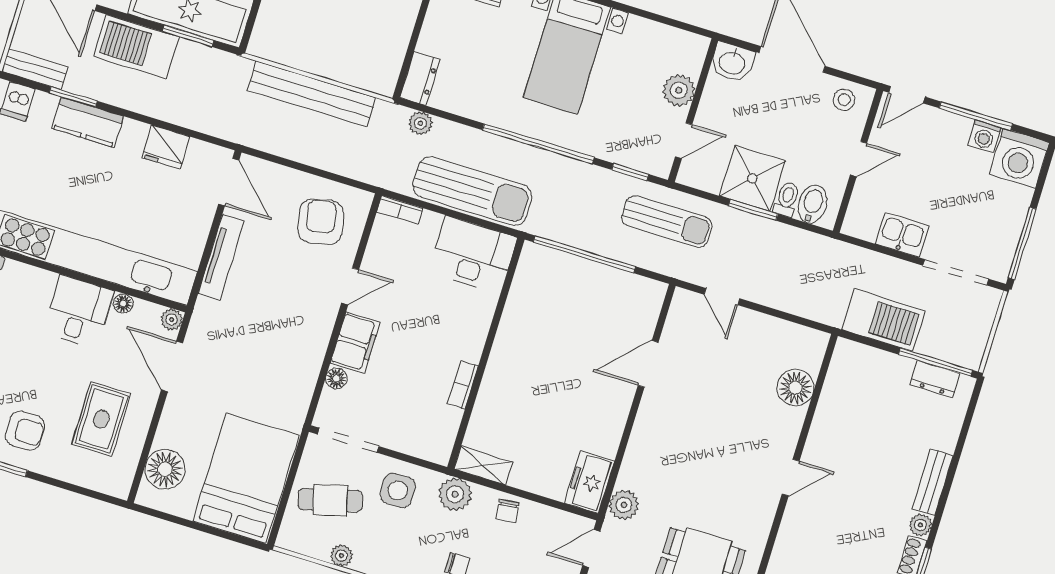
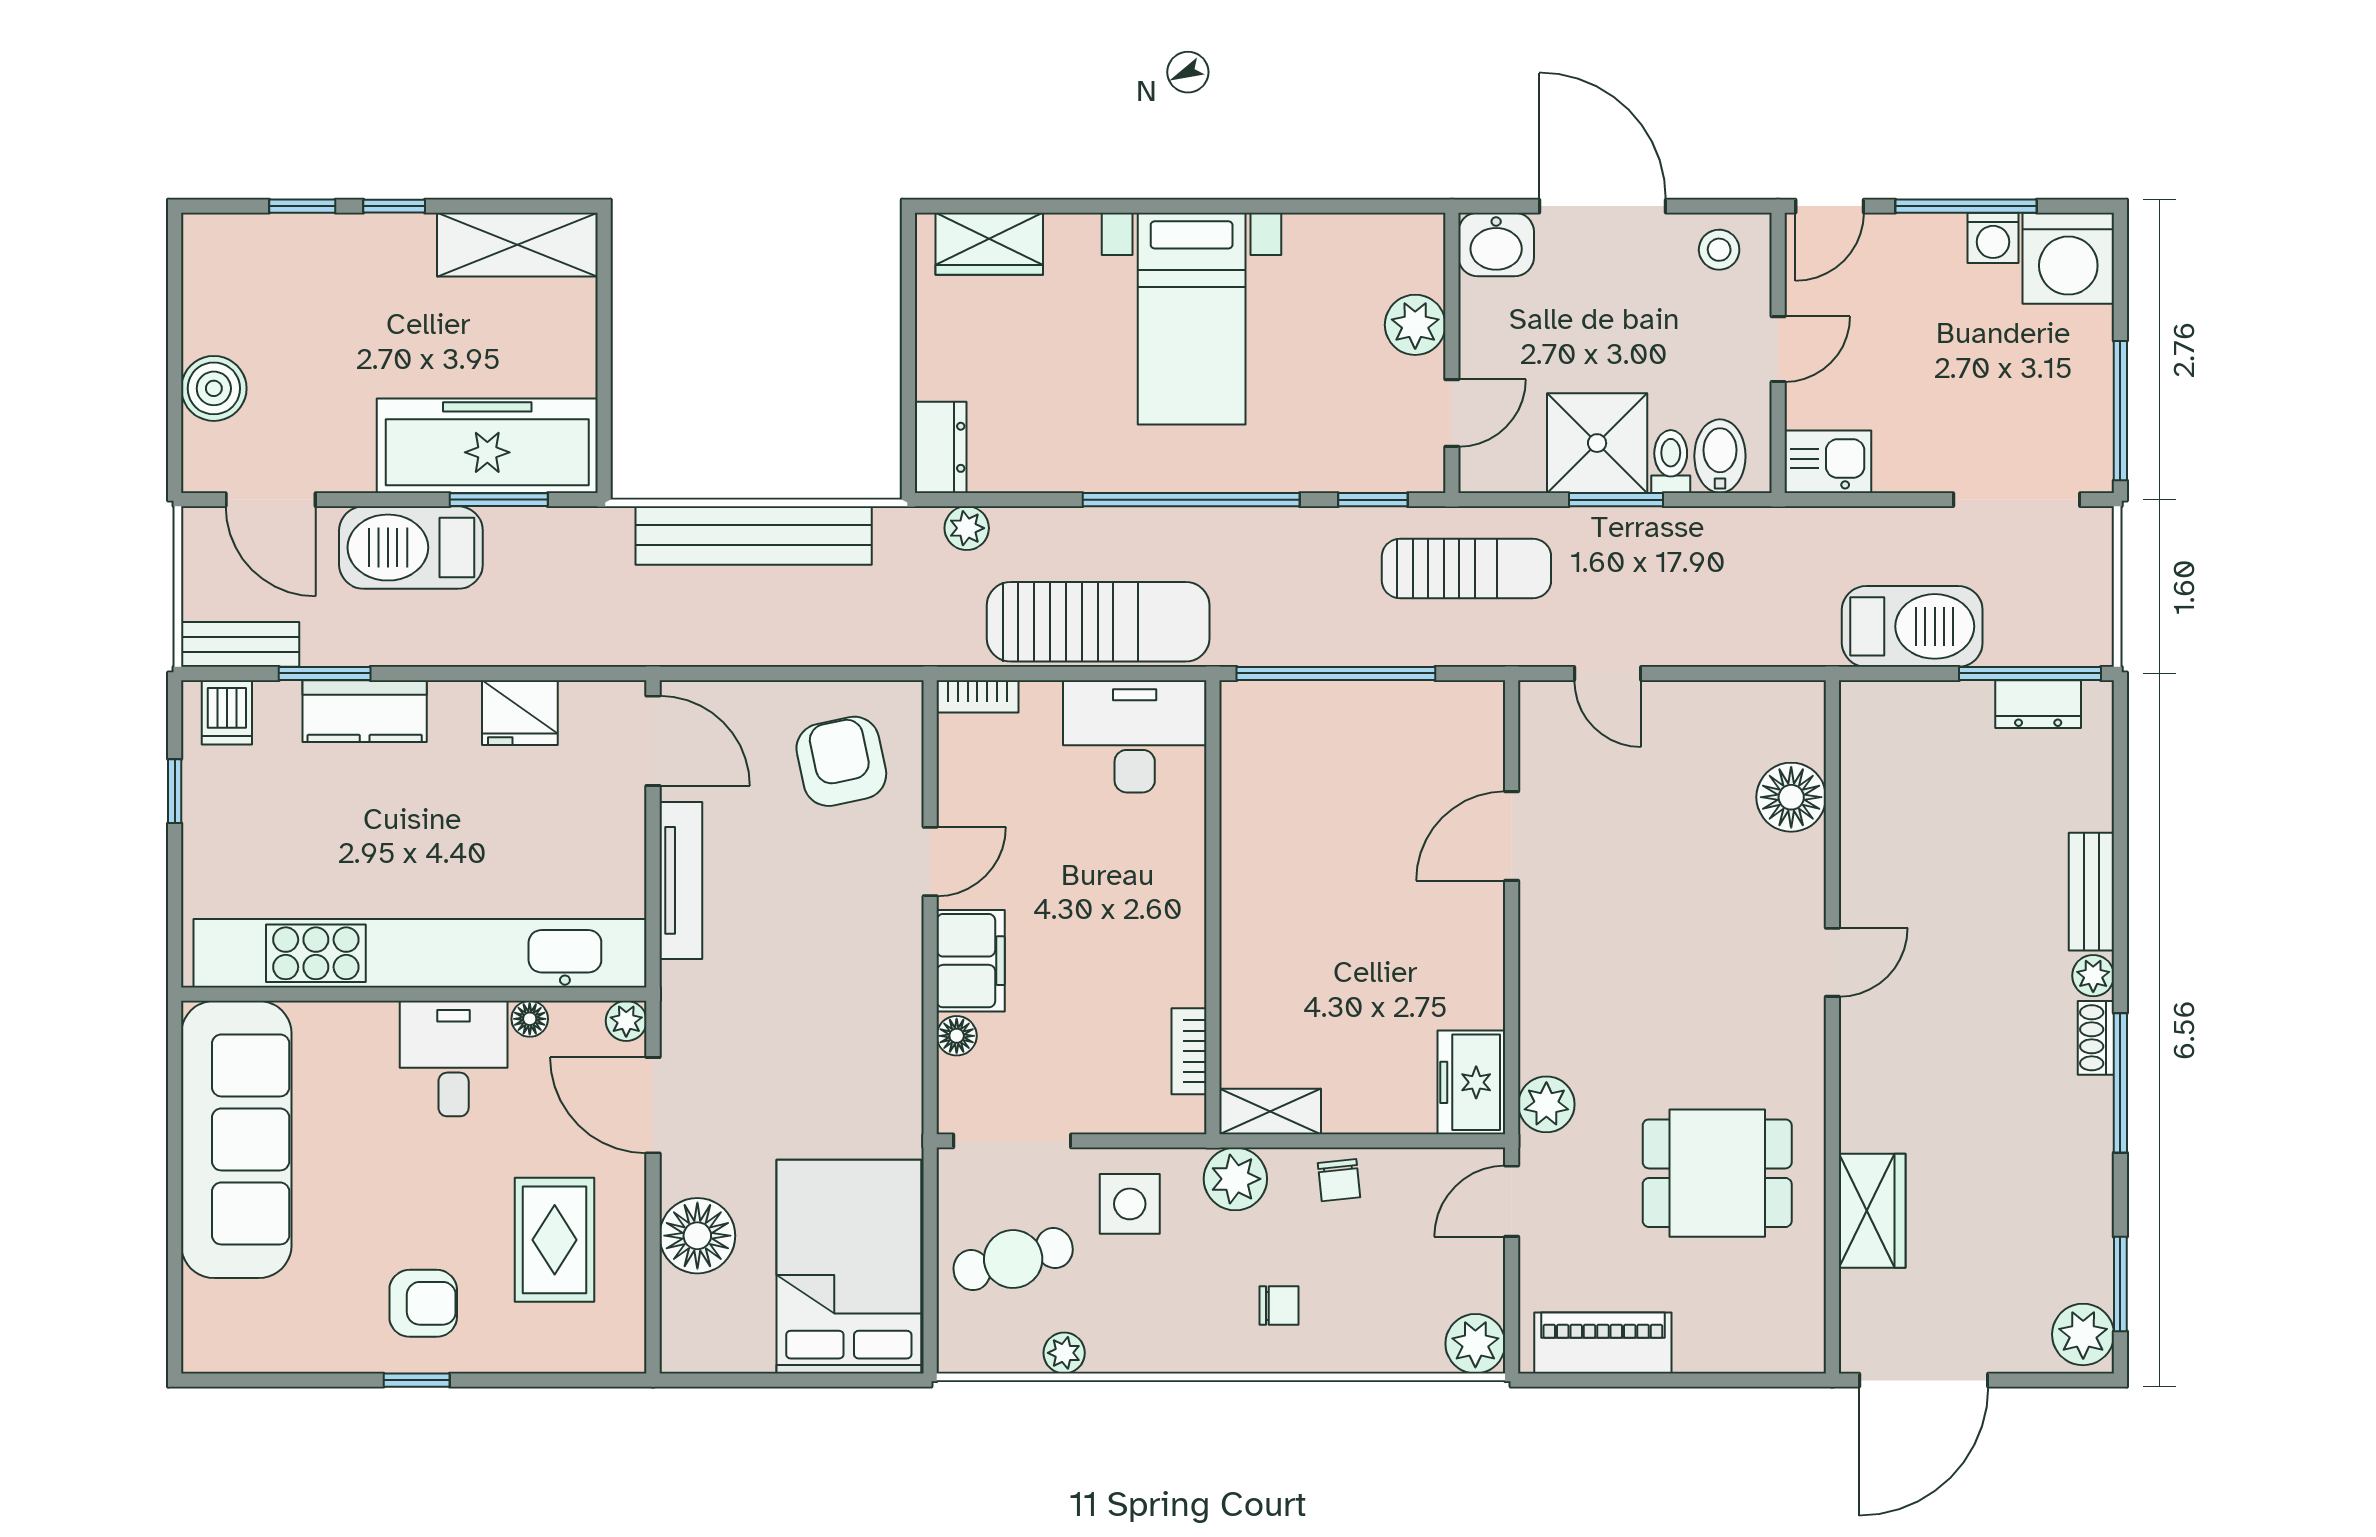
kitchen sink: (902, 235) -> (1828, 462), moved
bookcase: (463, 385) -> (1189, 1051), moved
floor lamp: (165, 469) -> (697, 1236), moved

